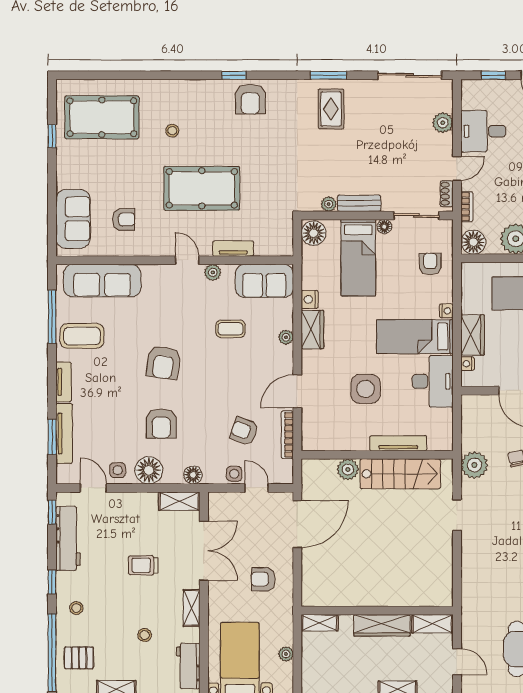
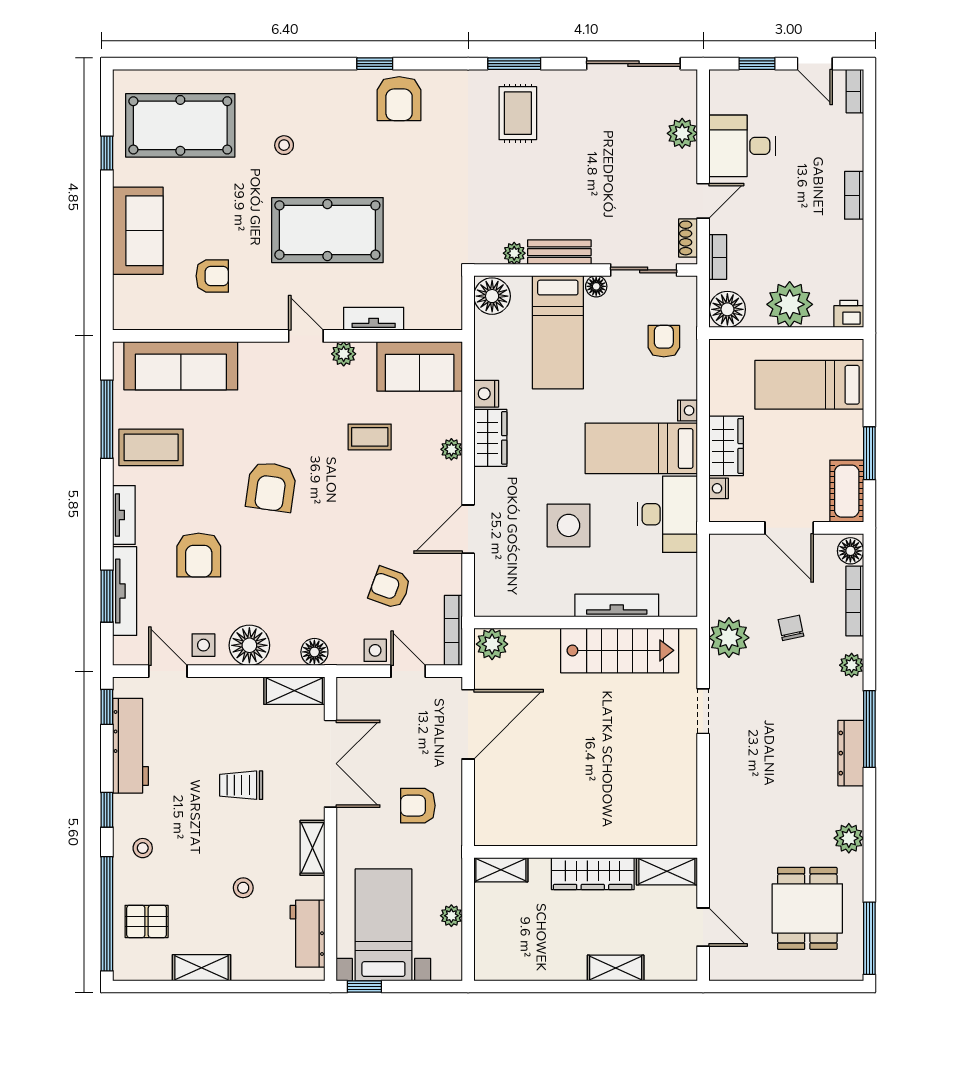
sofa: (73, 219) -> (138, 231), moved
armchair: (161, 423) -> (199, 555), moved
bookcase: (287, 435) -> (453, 630), moved
plant: (348, 469) -> (492, 644), moved

